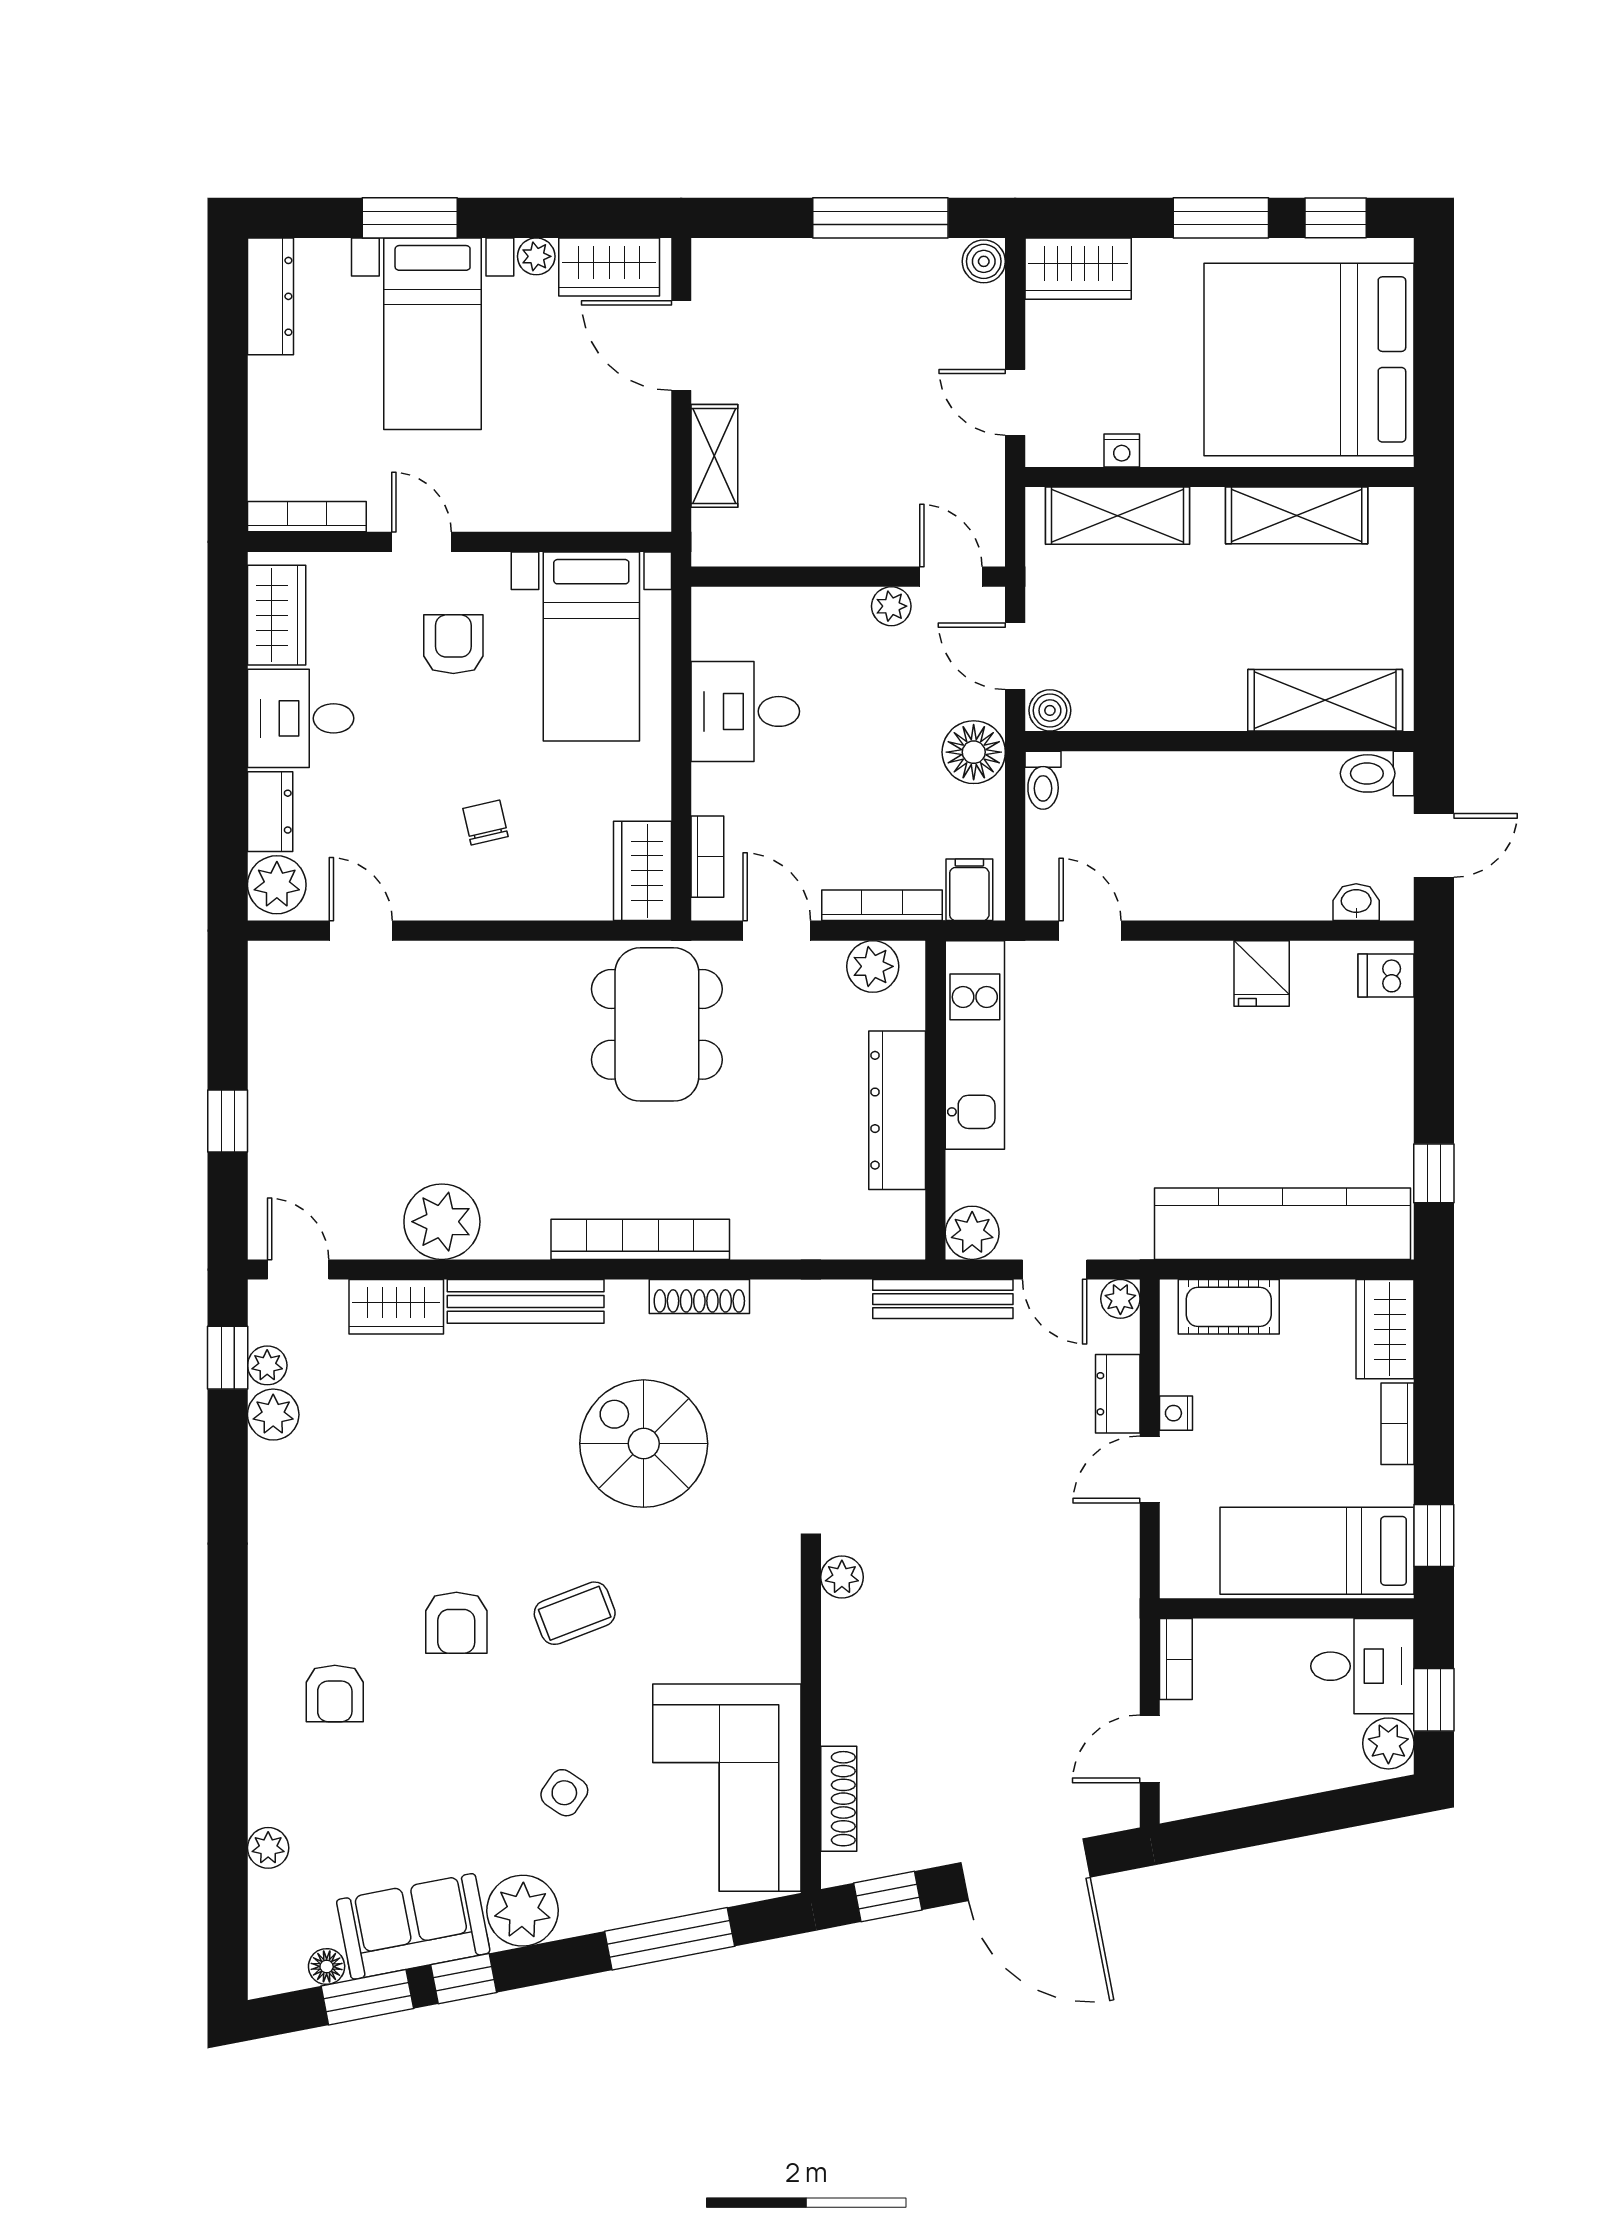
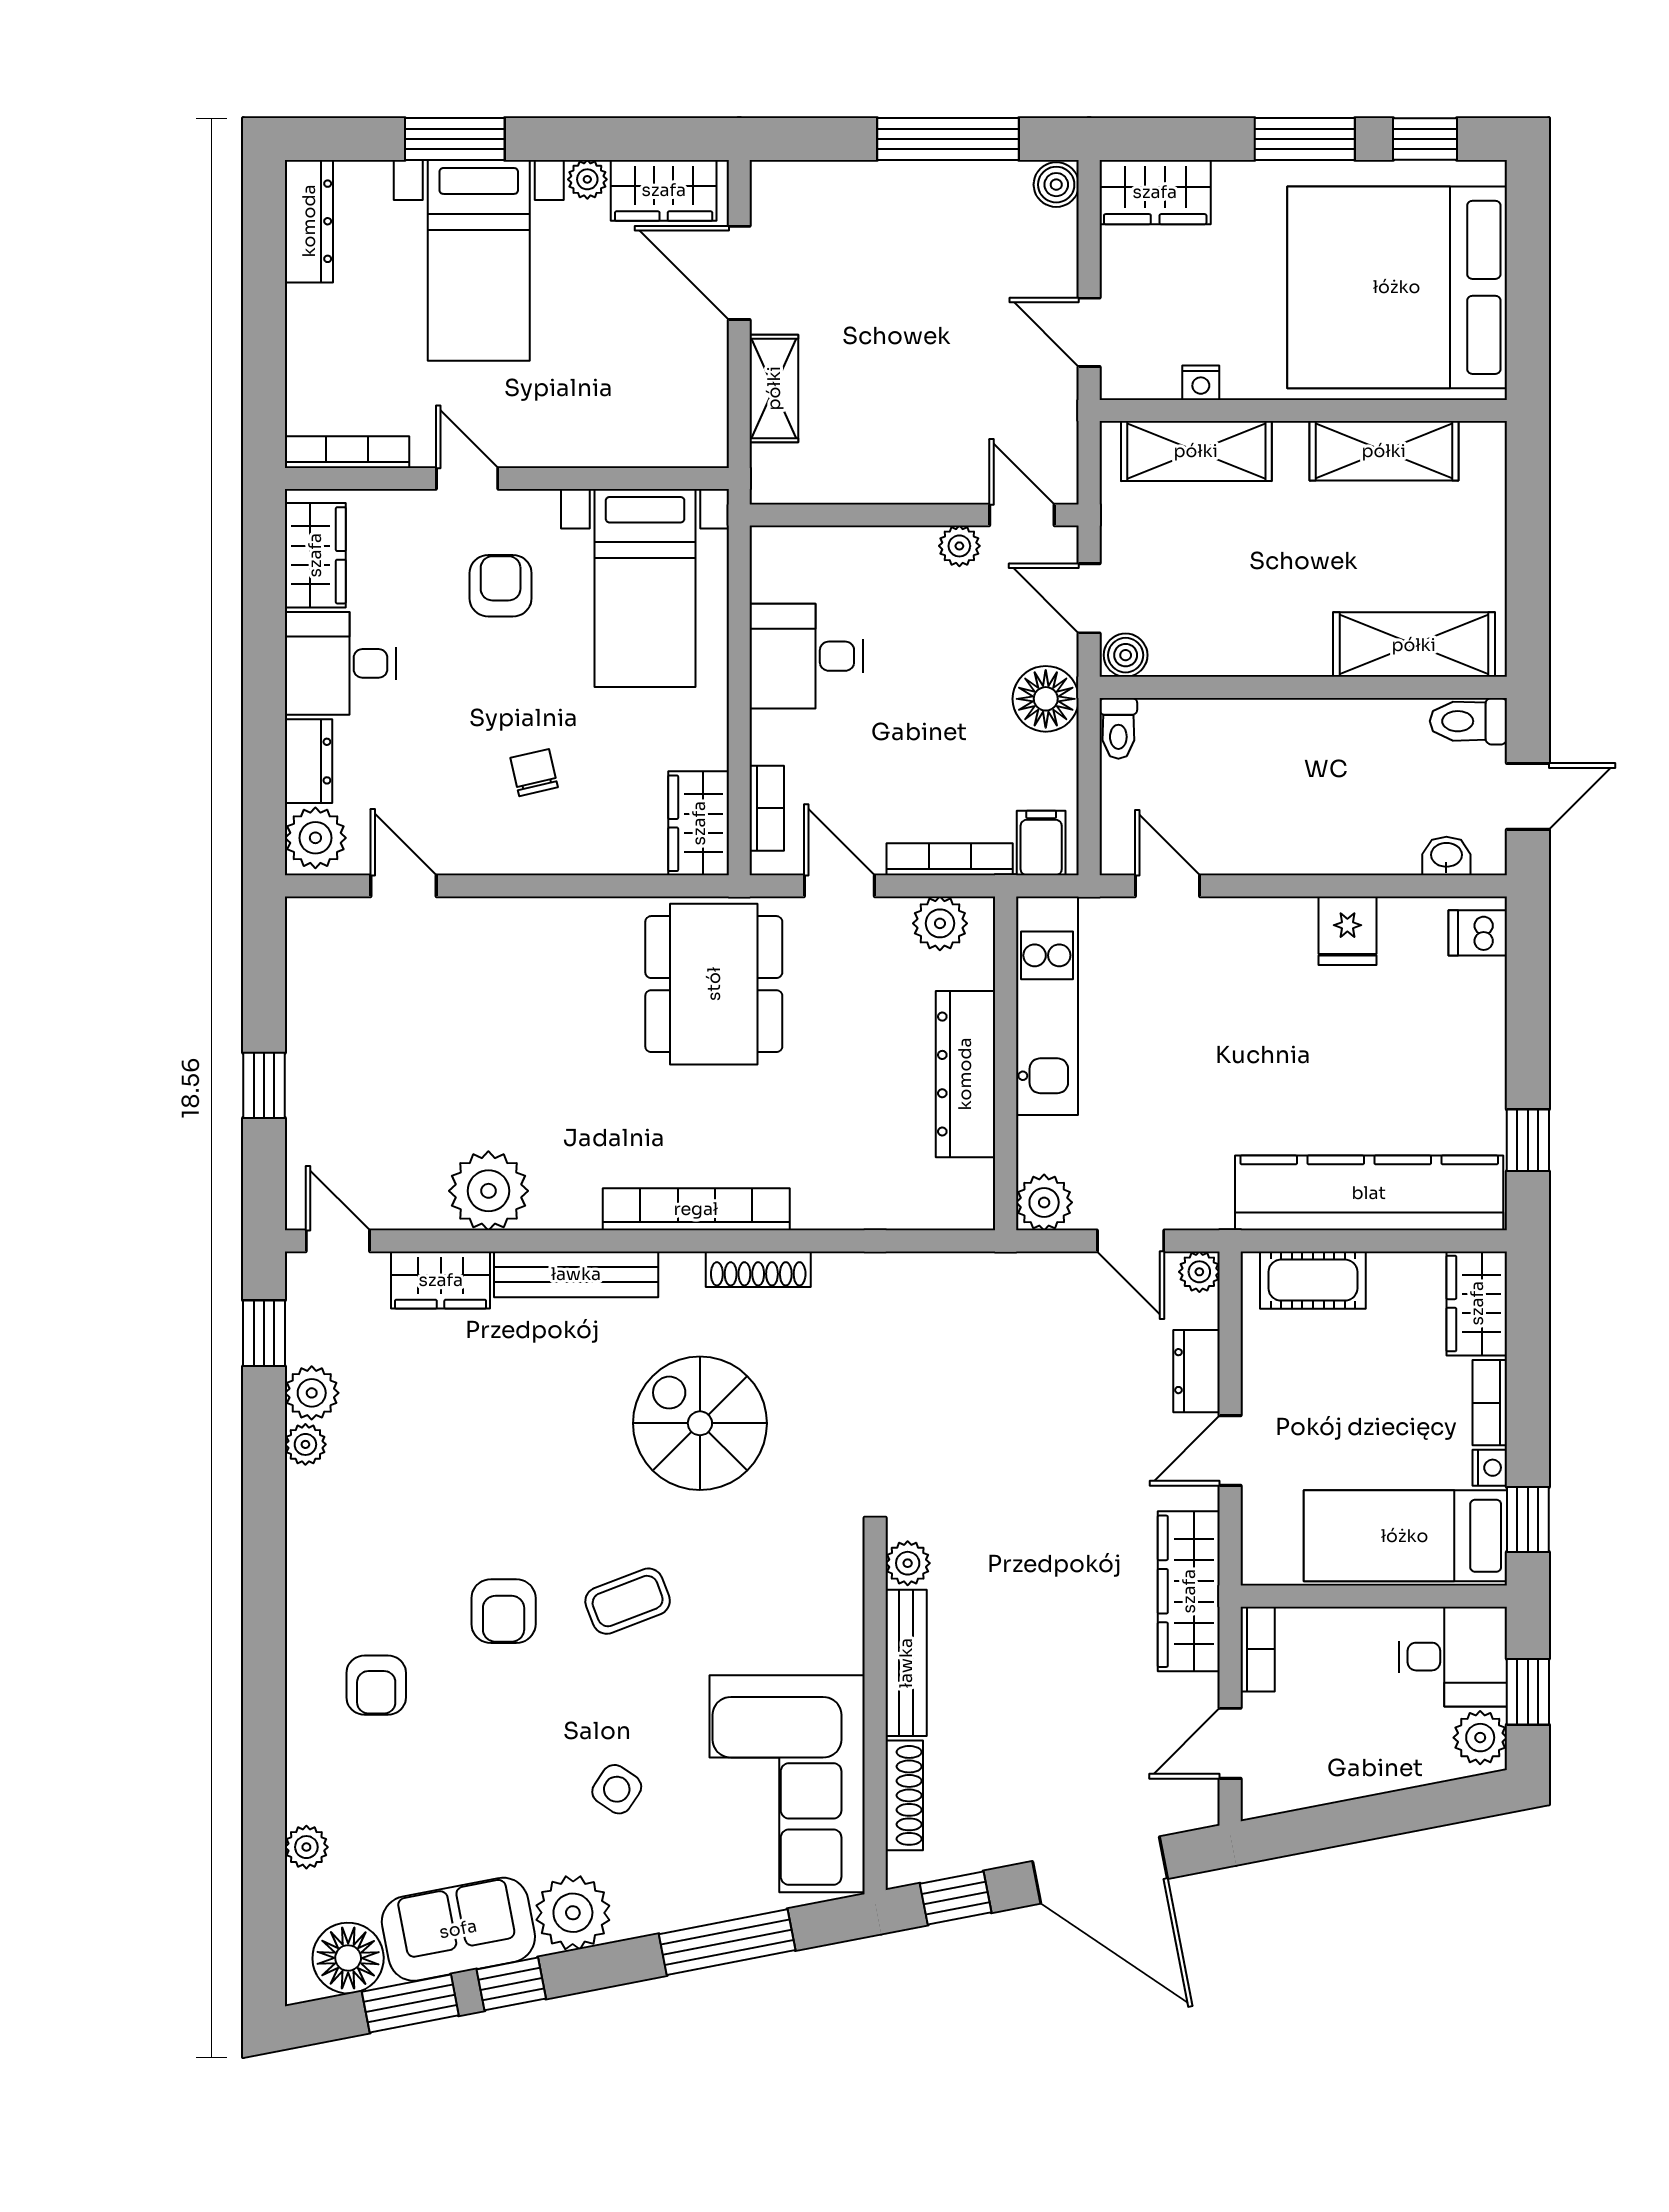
bench: (943, 1299) -> (906, 1663), moved, turned 90
plant: (267, 1365) -> (305, 1444), moved
nightstand: (1176, 1413) -> (1490, 1468), moved, turned 180
wardrobe: (1110, 1604) -> (1189, 1591), added
floor lamp: (327, 1966) -> (348, 1958), width x1.89, depth x1.89

